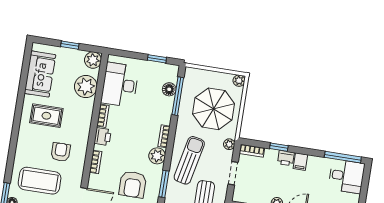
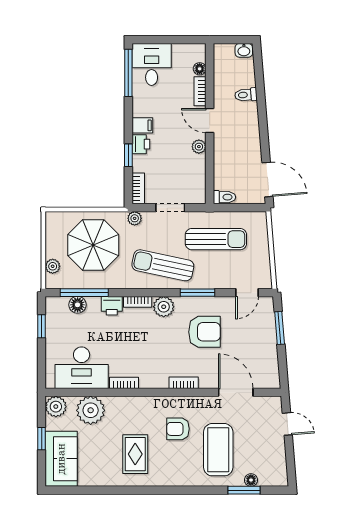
sofa: (40, 74) -> (61, 459), moved, turned 90
plant: (239, 81) -> (53, 266), moved
printer: (103, 137) -> (112, 306), moved, turned 180

